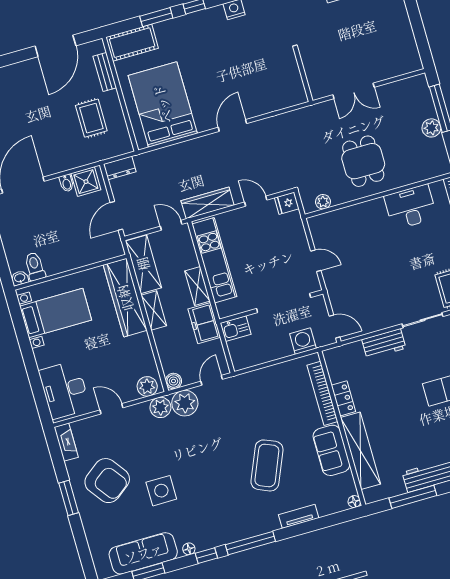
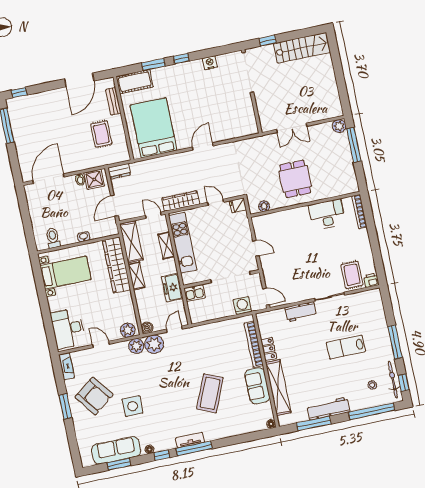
plant: (431, 128) -> (339, 126), moved
washbasin: (20, 278) -> (84, 237), moved
shelving: (197, 286) -> (166, 246), moved
tv unit: (299, 516) -> (190, 440), moved

